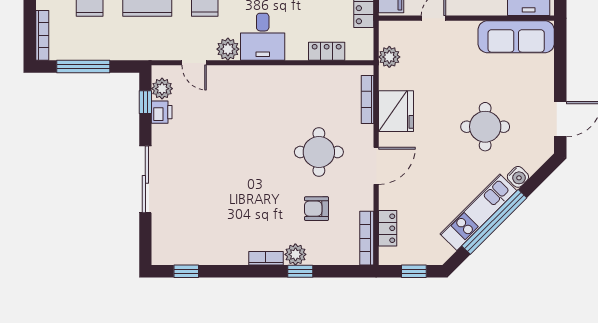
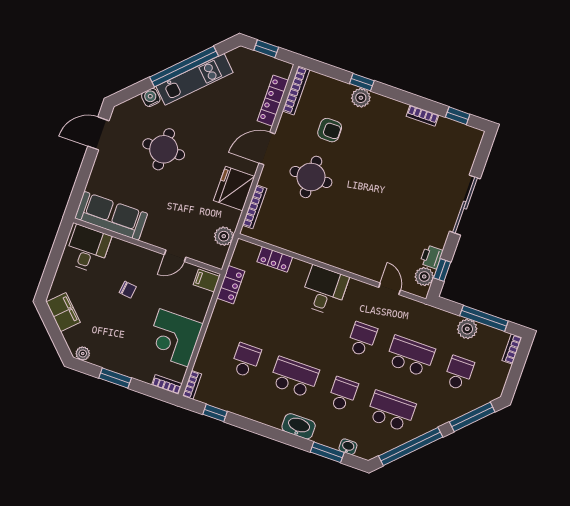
bookcase: (42, 35) -> (512, 349), width x0.64
plant: (228, 49) -> (467, 329), moved
locker: (388, 228) -> (273, 101), width x1.53
bookcase: (266, 258) -> (422, 116), moved

